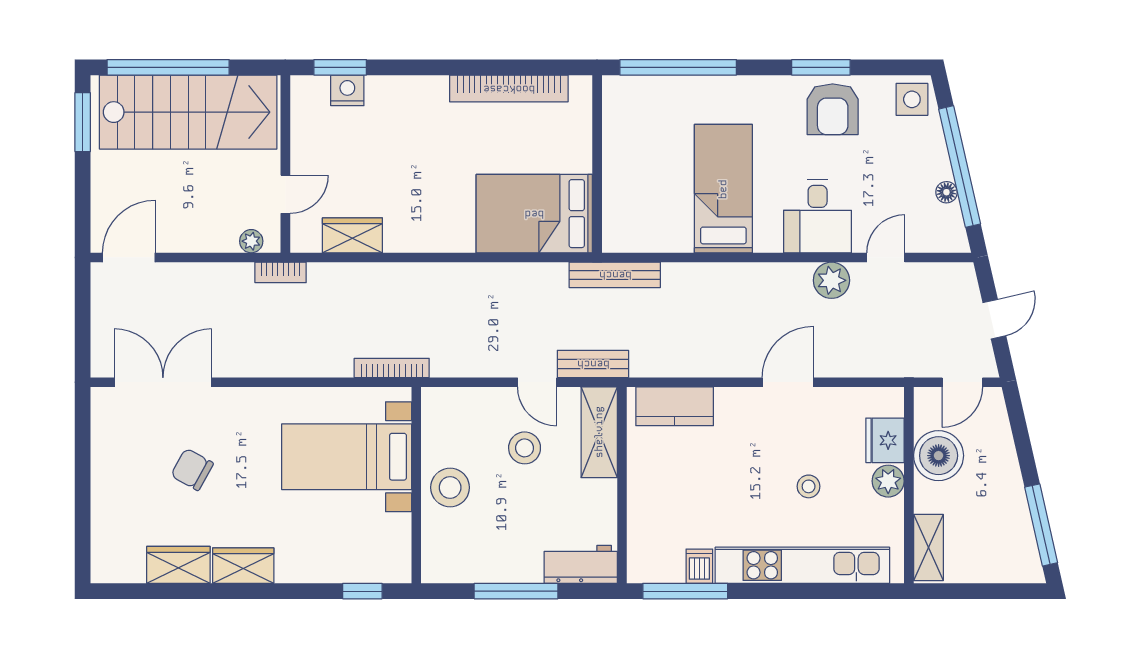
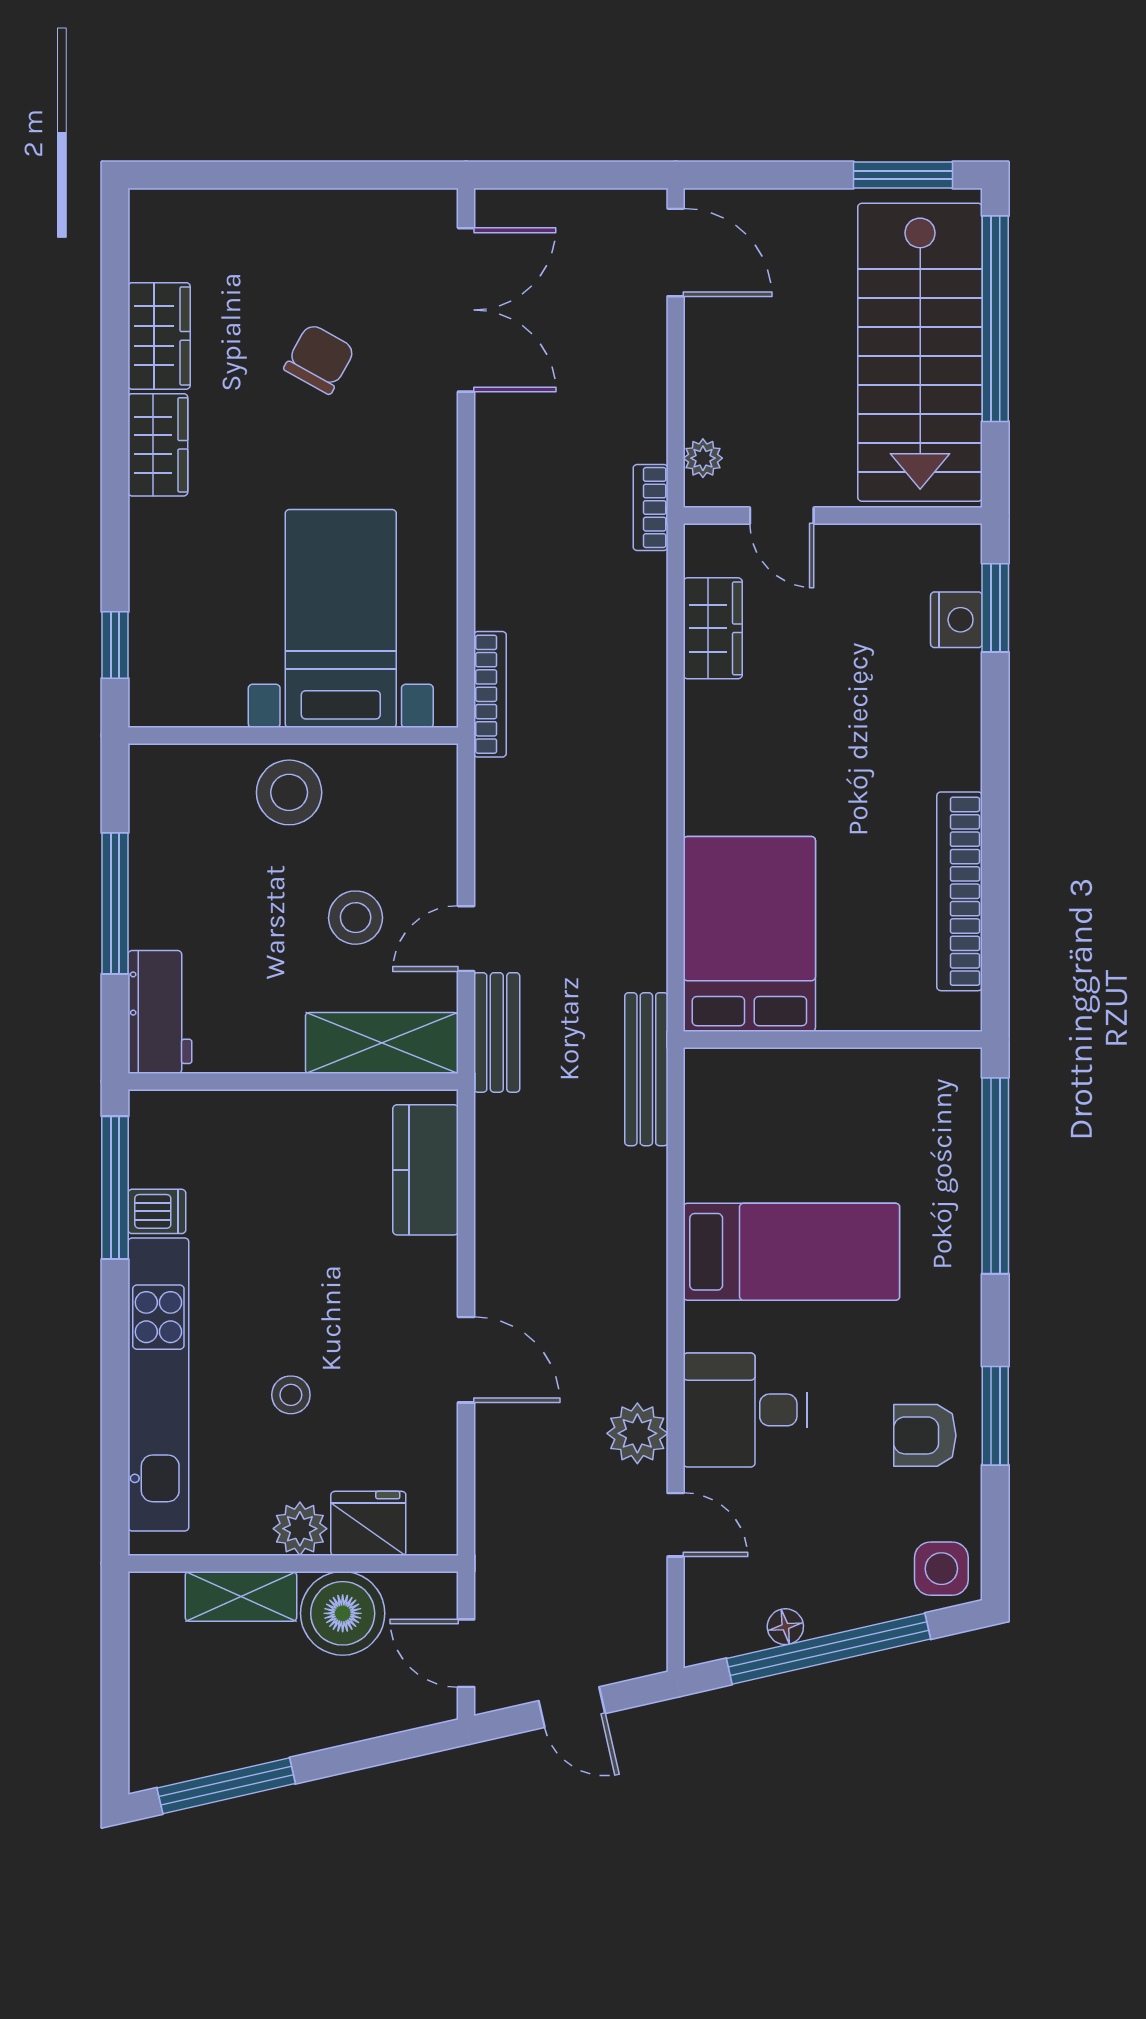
armchair: (833, 109) -> (925, 1435), width x0.72, depth x0.72
shelving: (928, 548) -> (241, 1596), moved

